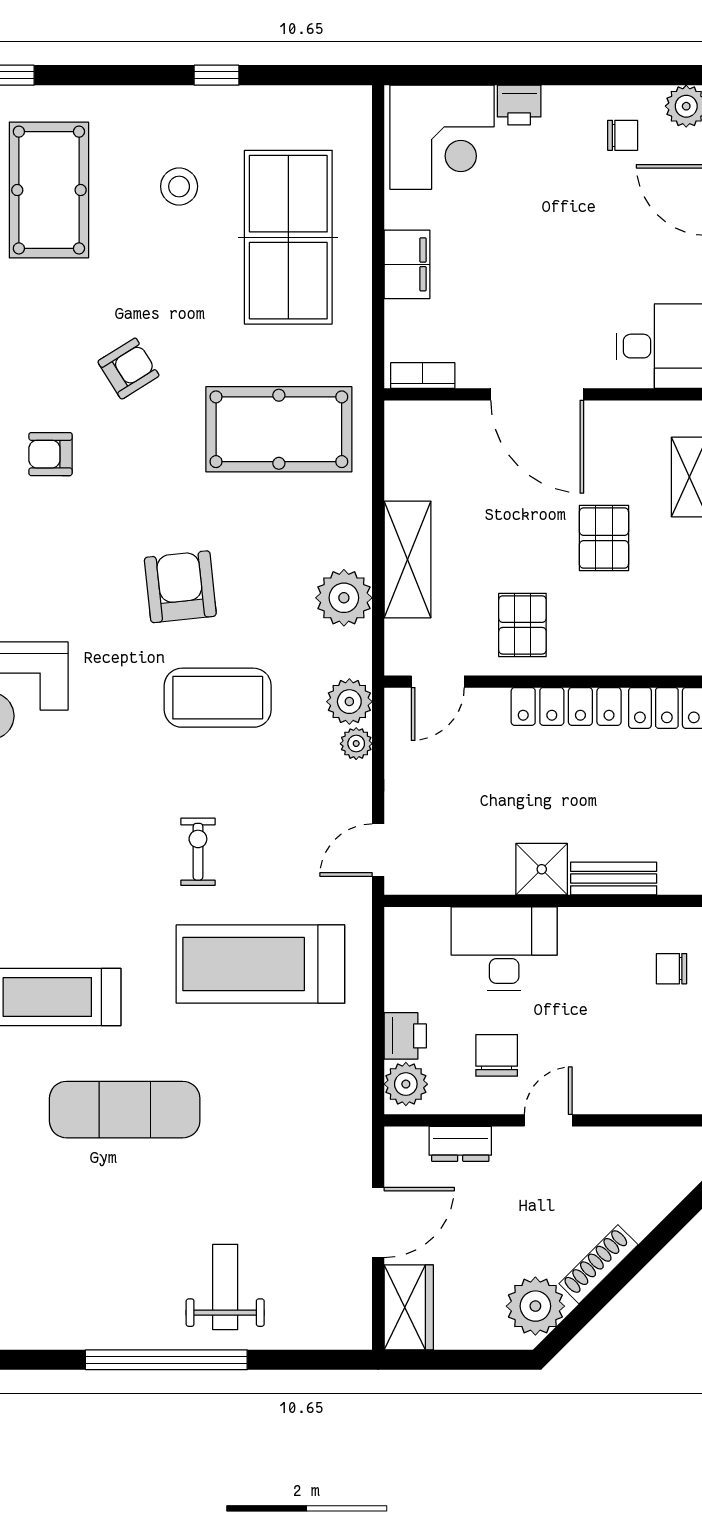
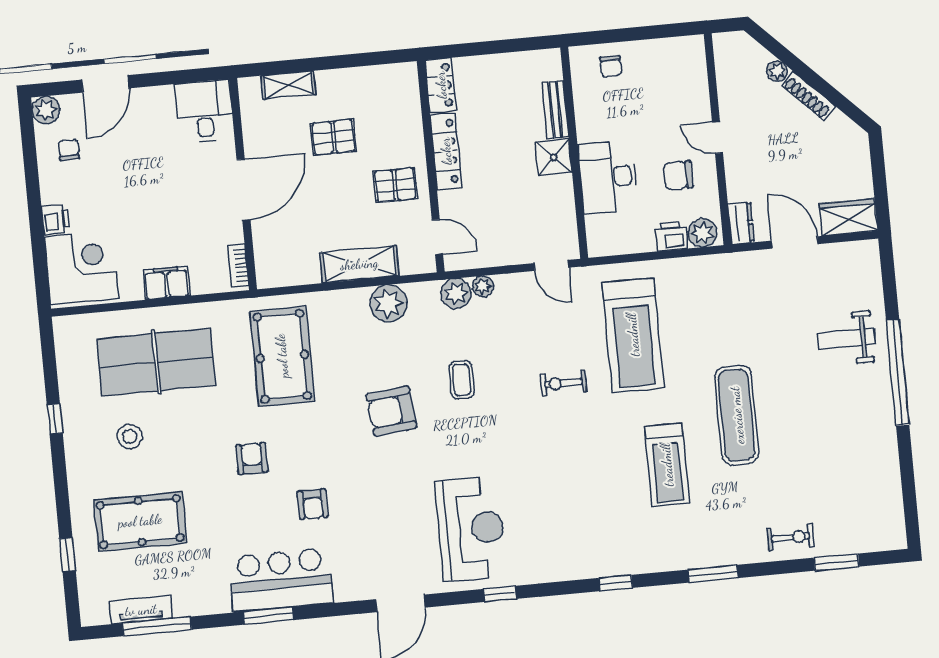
armchair: (128, 369) -> (252, 458), turned 32
coffee table: (218, 698) -> (462, 380), width x0.54, depth x0.58
dresser: (460, 1144) -> (741, 223), moved
plant: (535, 1306) -> (777, 71), moved, width x0.53, depth x0.53

